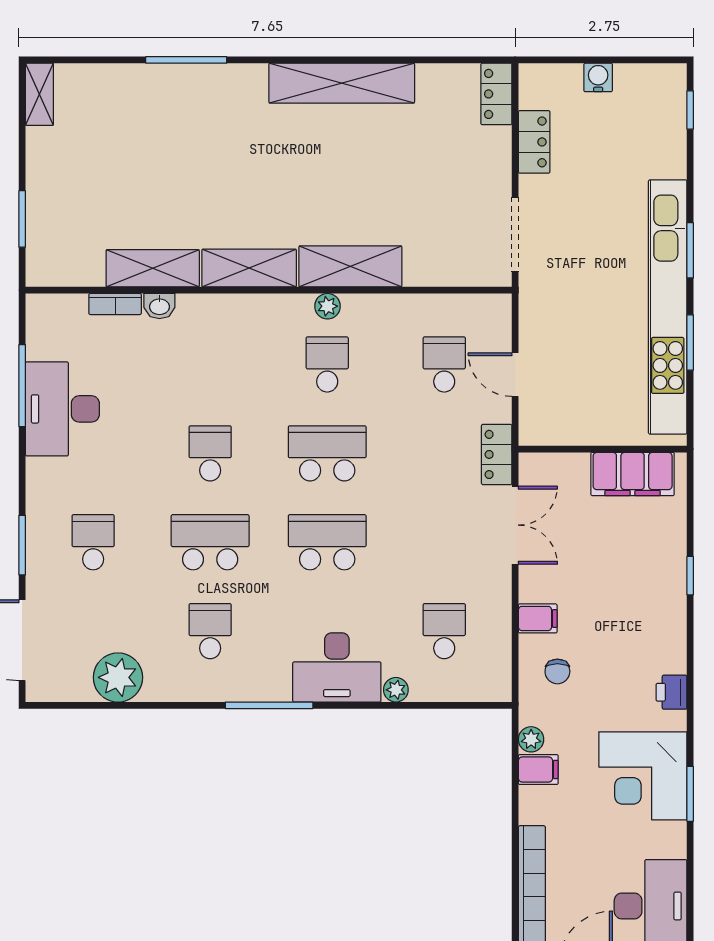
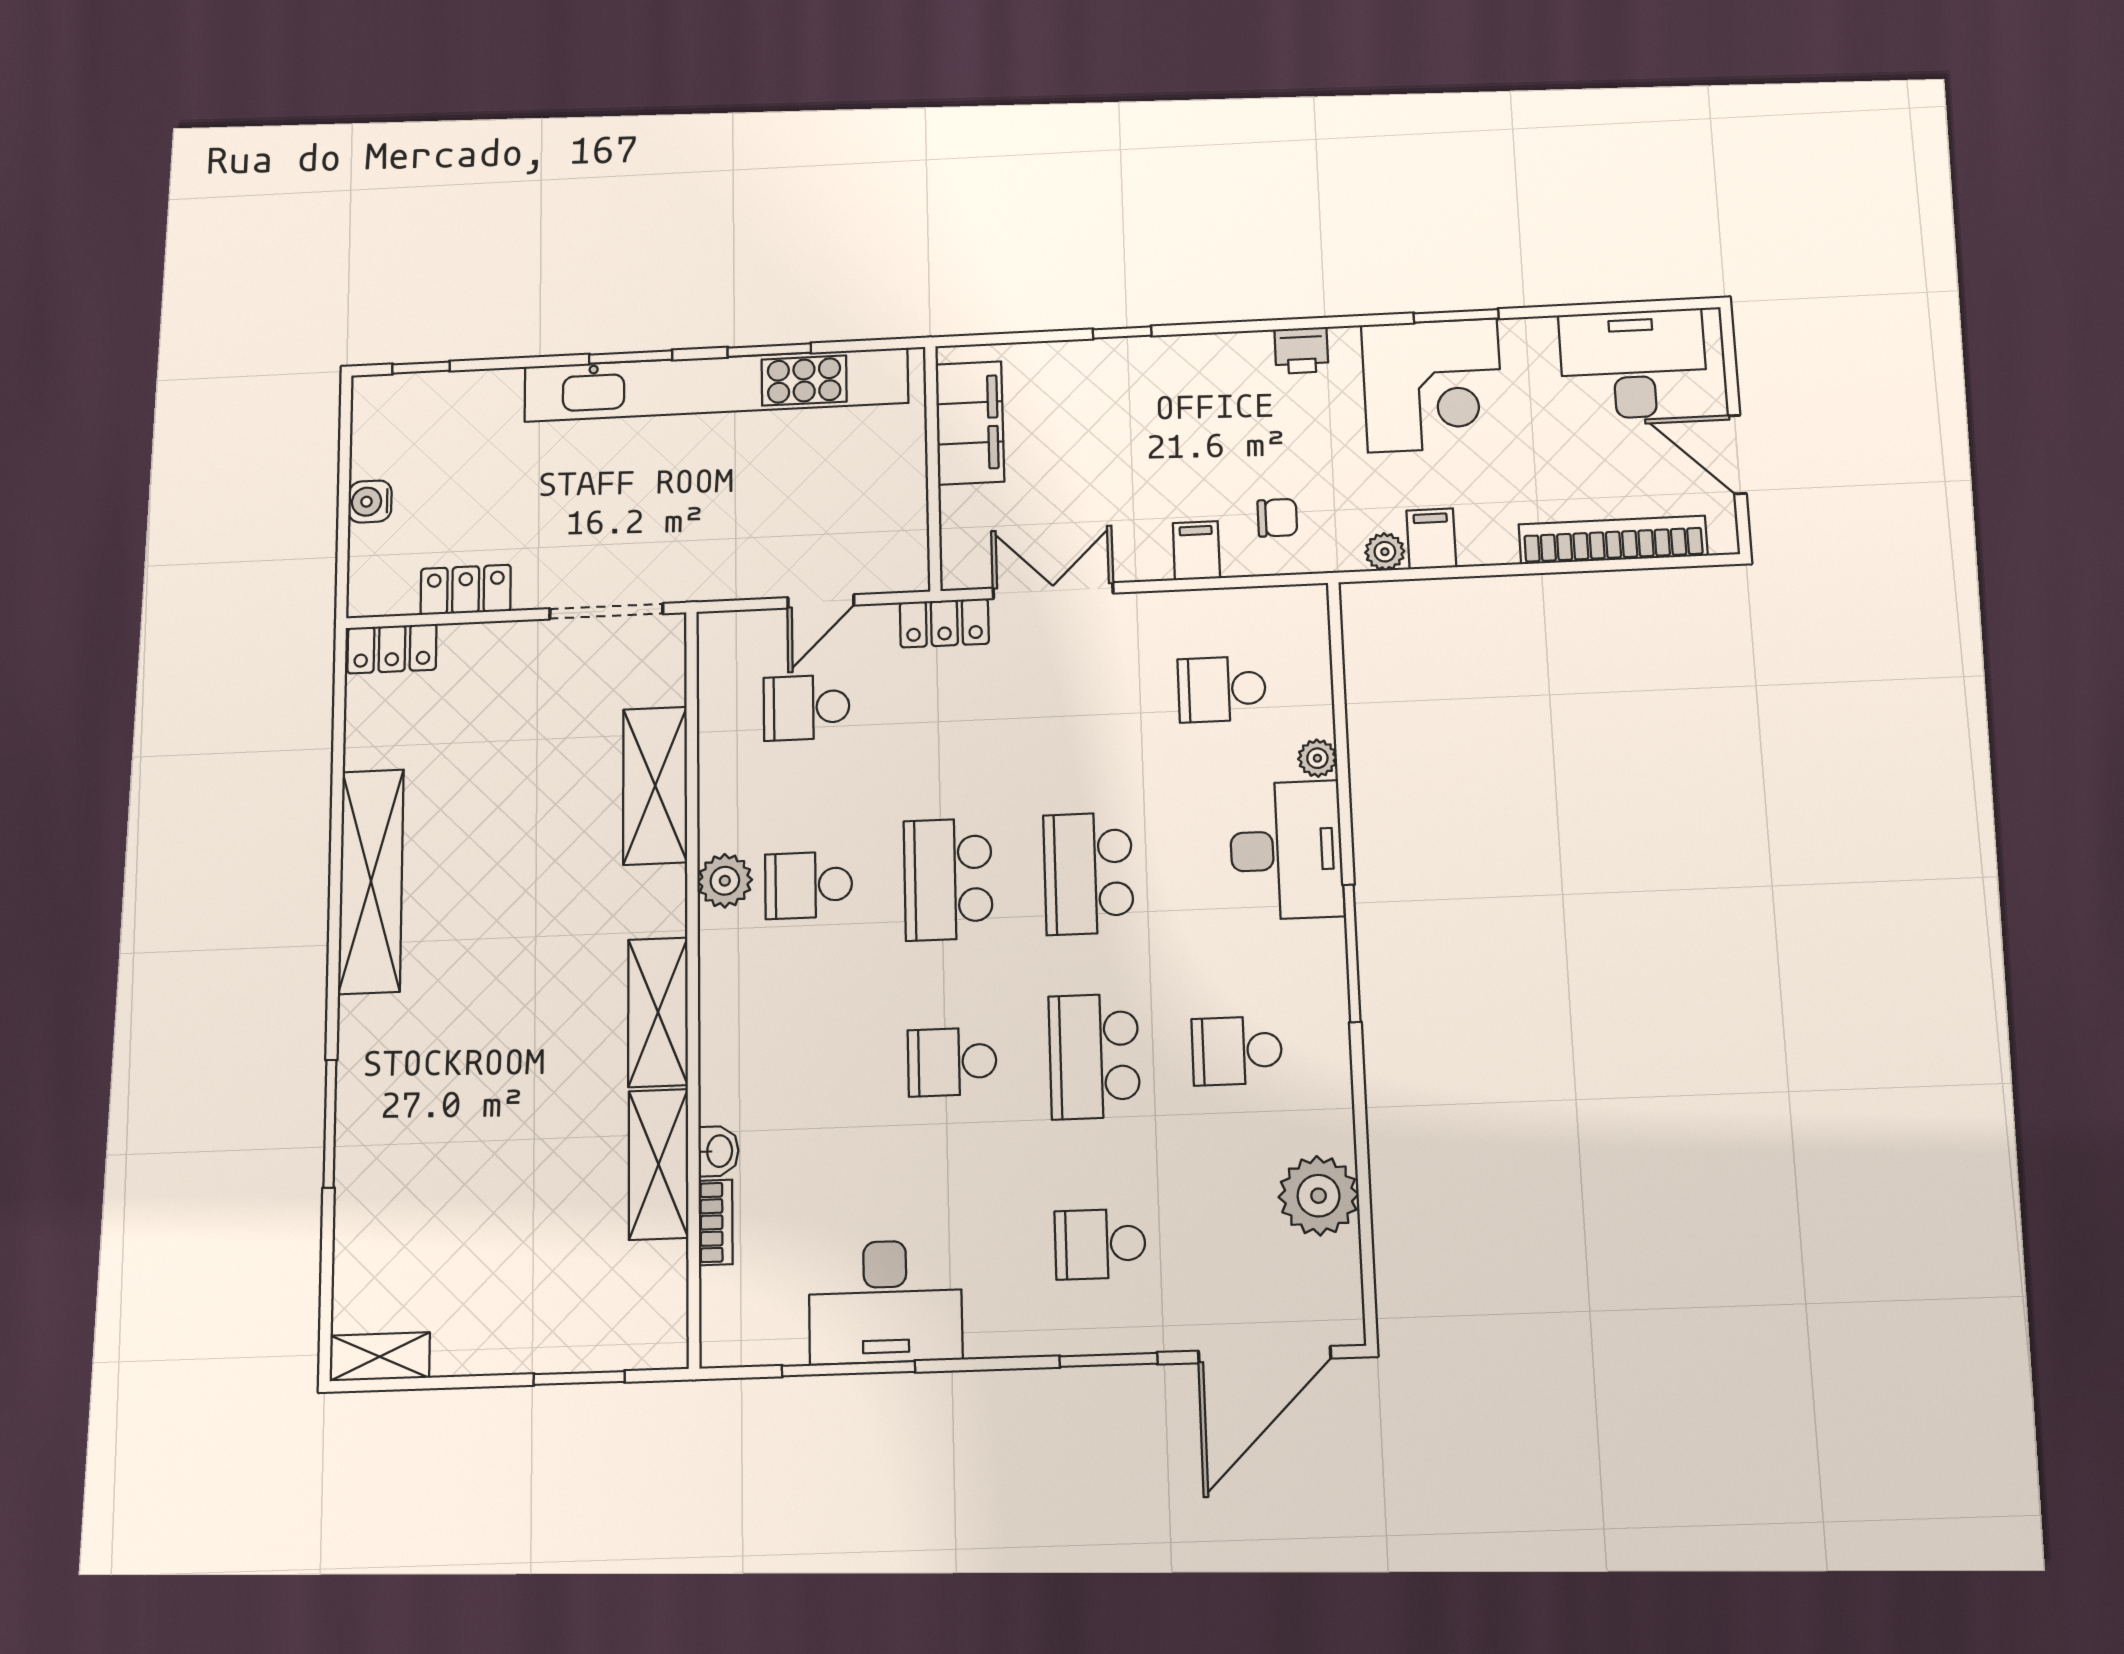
shelving: (350, 266) -> (655, 786), moved
plant: (328, 306) -> (725, 881), width x1.38, depth x1.38

